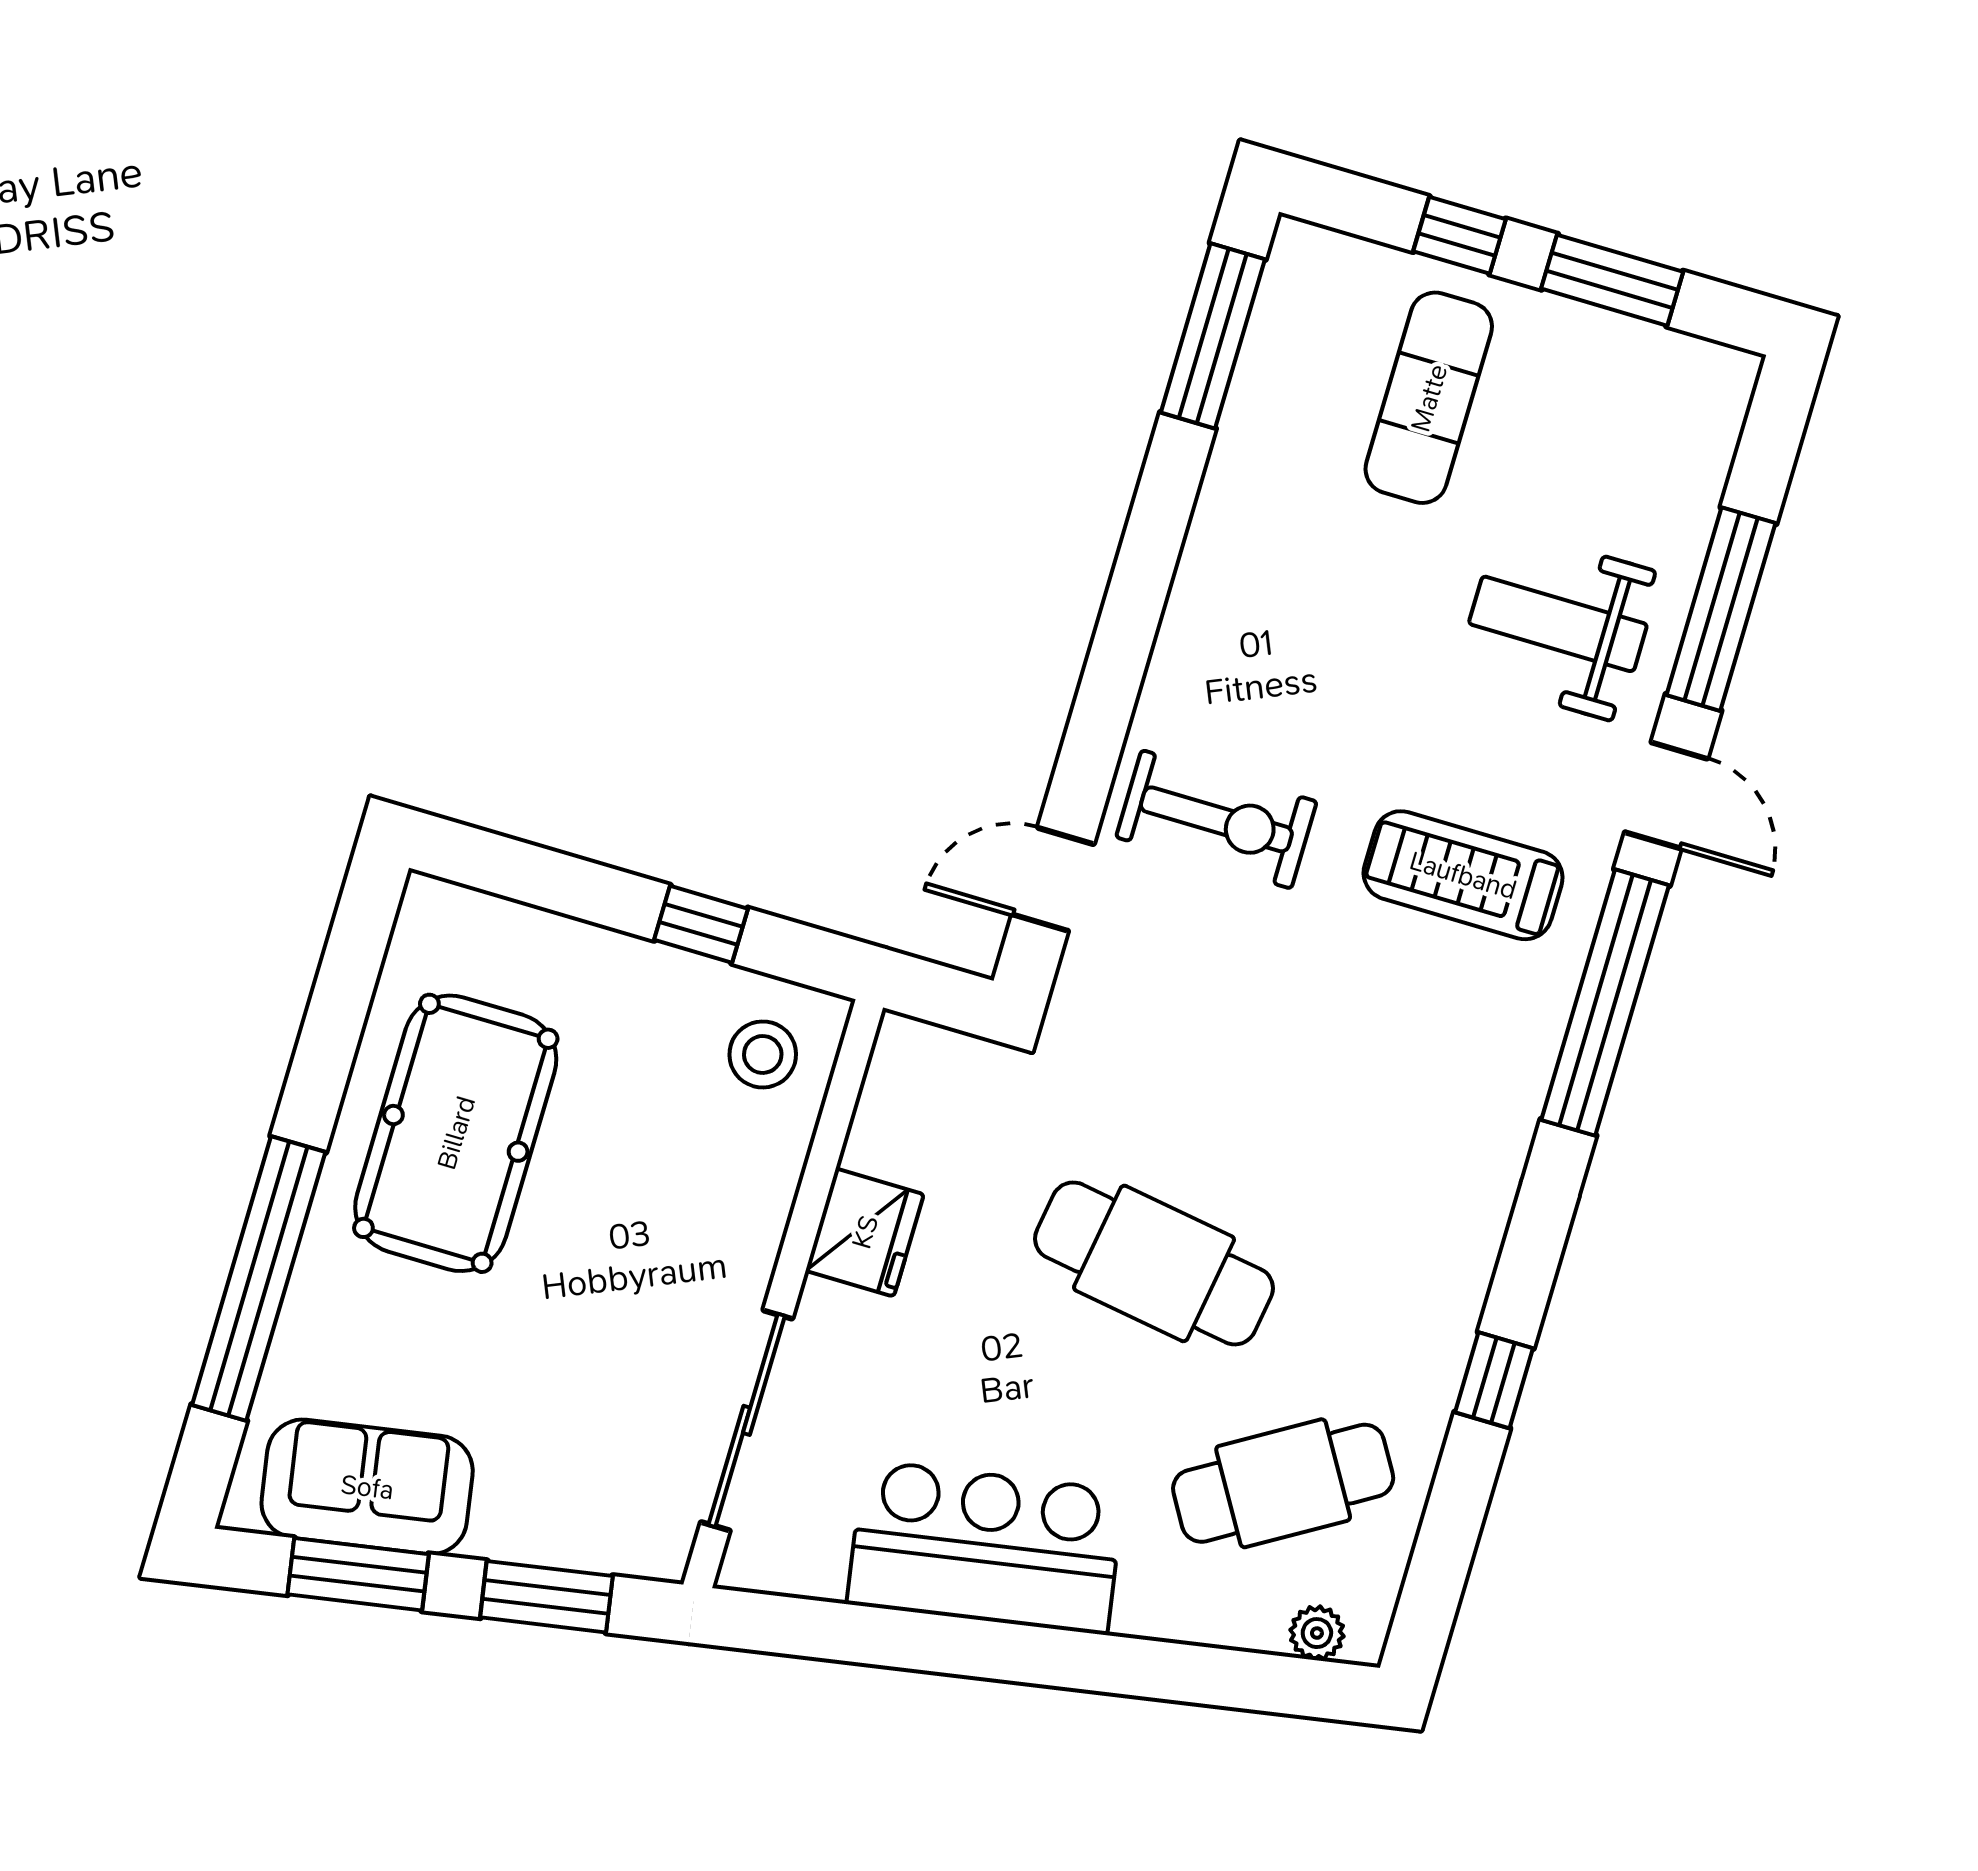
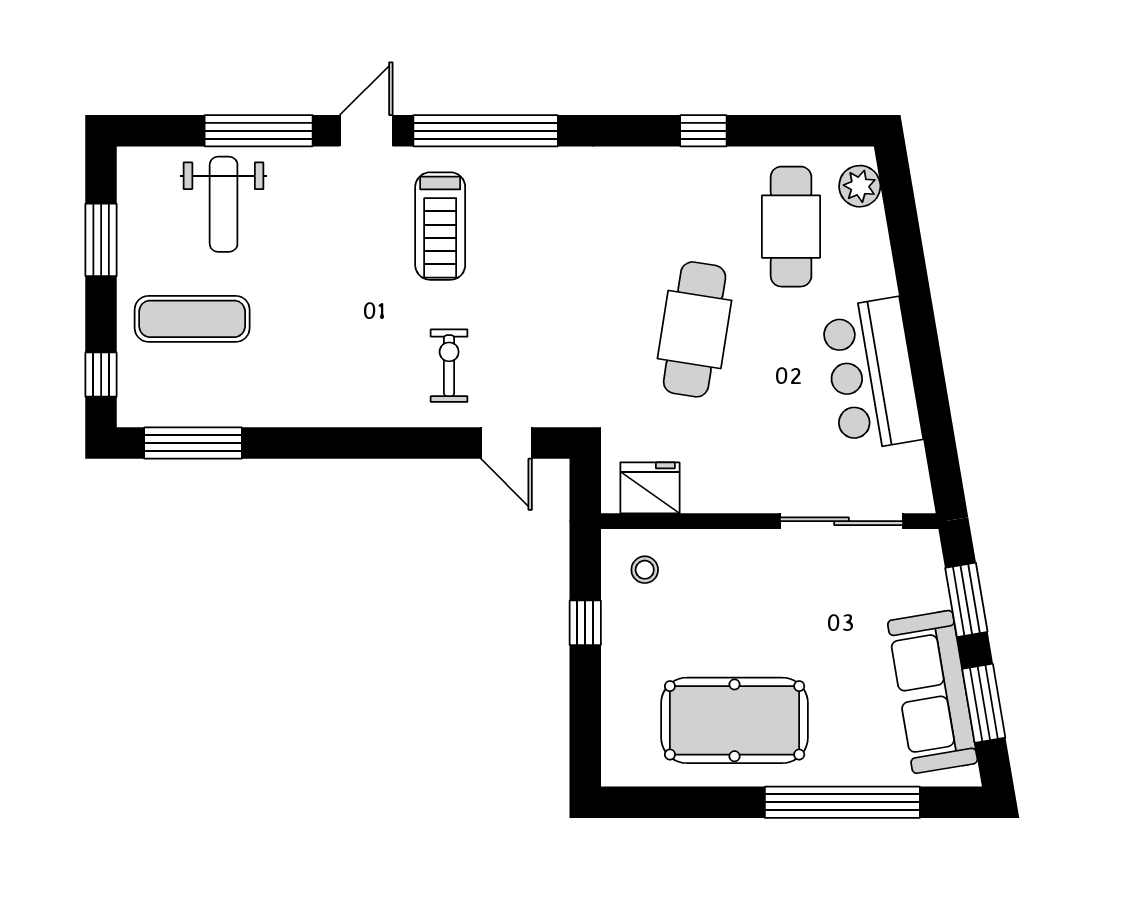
window: (1459, 235) -> (101, 375), moved
weight bench: (1558, 624) -> (224, 204), moved
exercise bike: (1216, 819) -> (449, 366), width x0.73, depth x0.72
stool: (763, 1054) -> (645, 570), width x0.73, depth x0.73
fridge: (865, 1232) -> (650, 488), moved
cafe table: (1283, 1483) -> (791, 227), turned 31
sofa: (367, 1487) -> (933, 692), width x1.36
plant: (1317, 1633) -> (860, 186), width x1.38, depth x1.38

